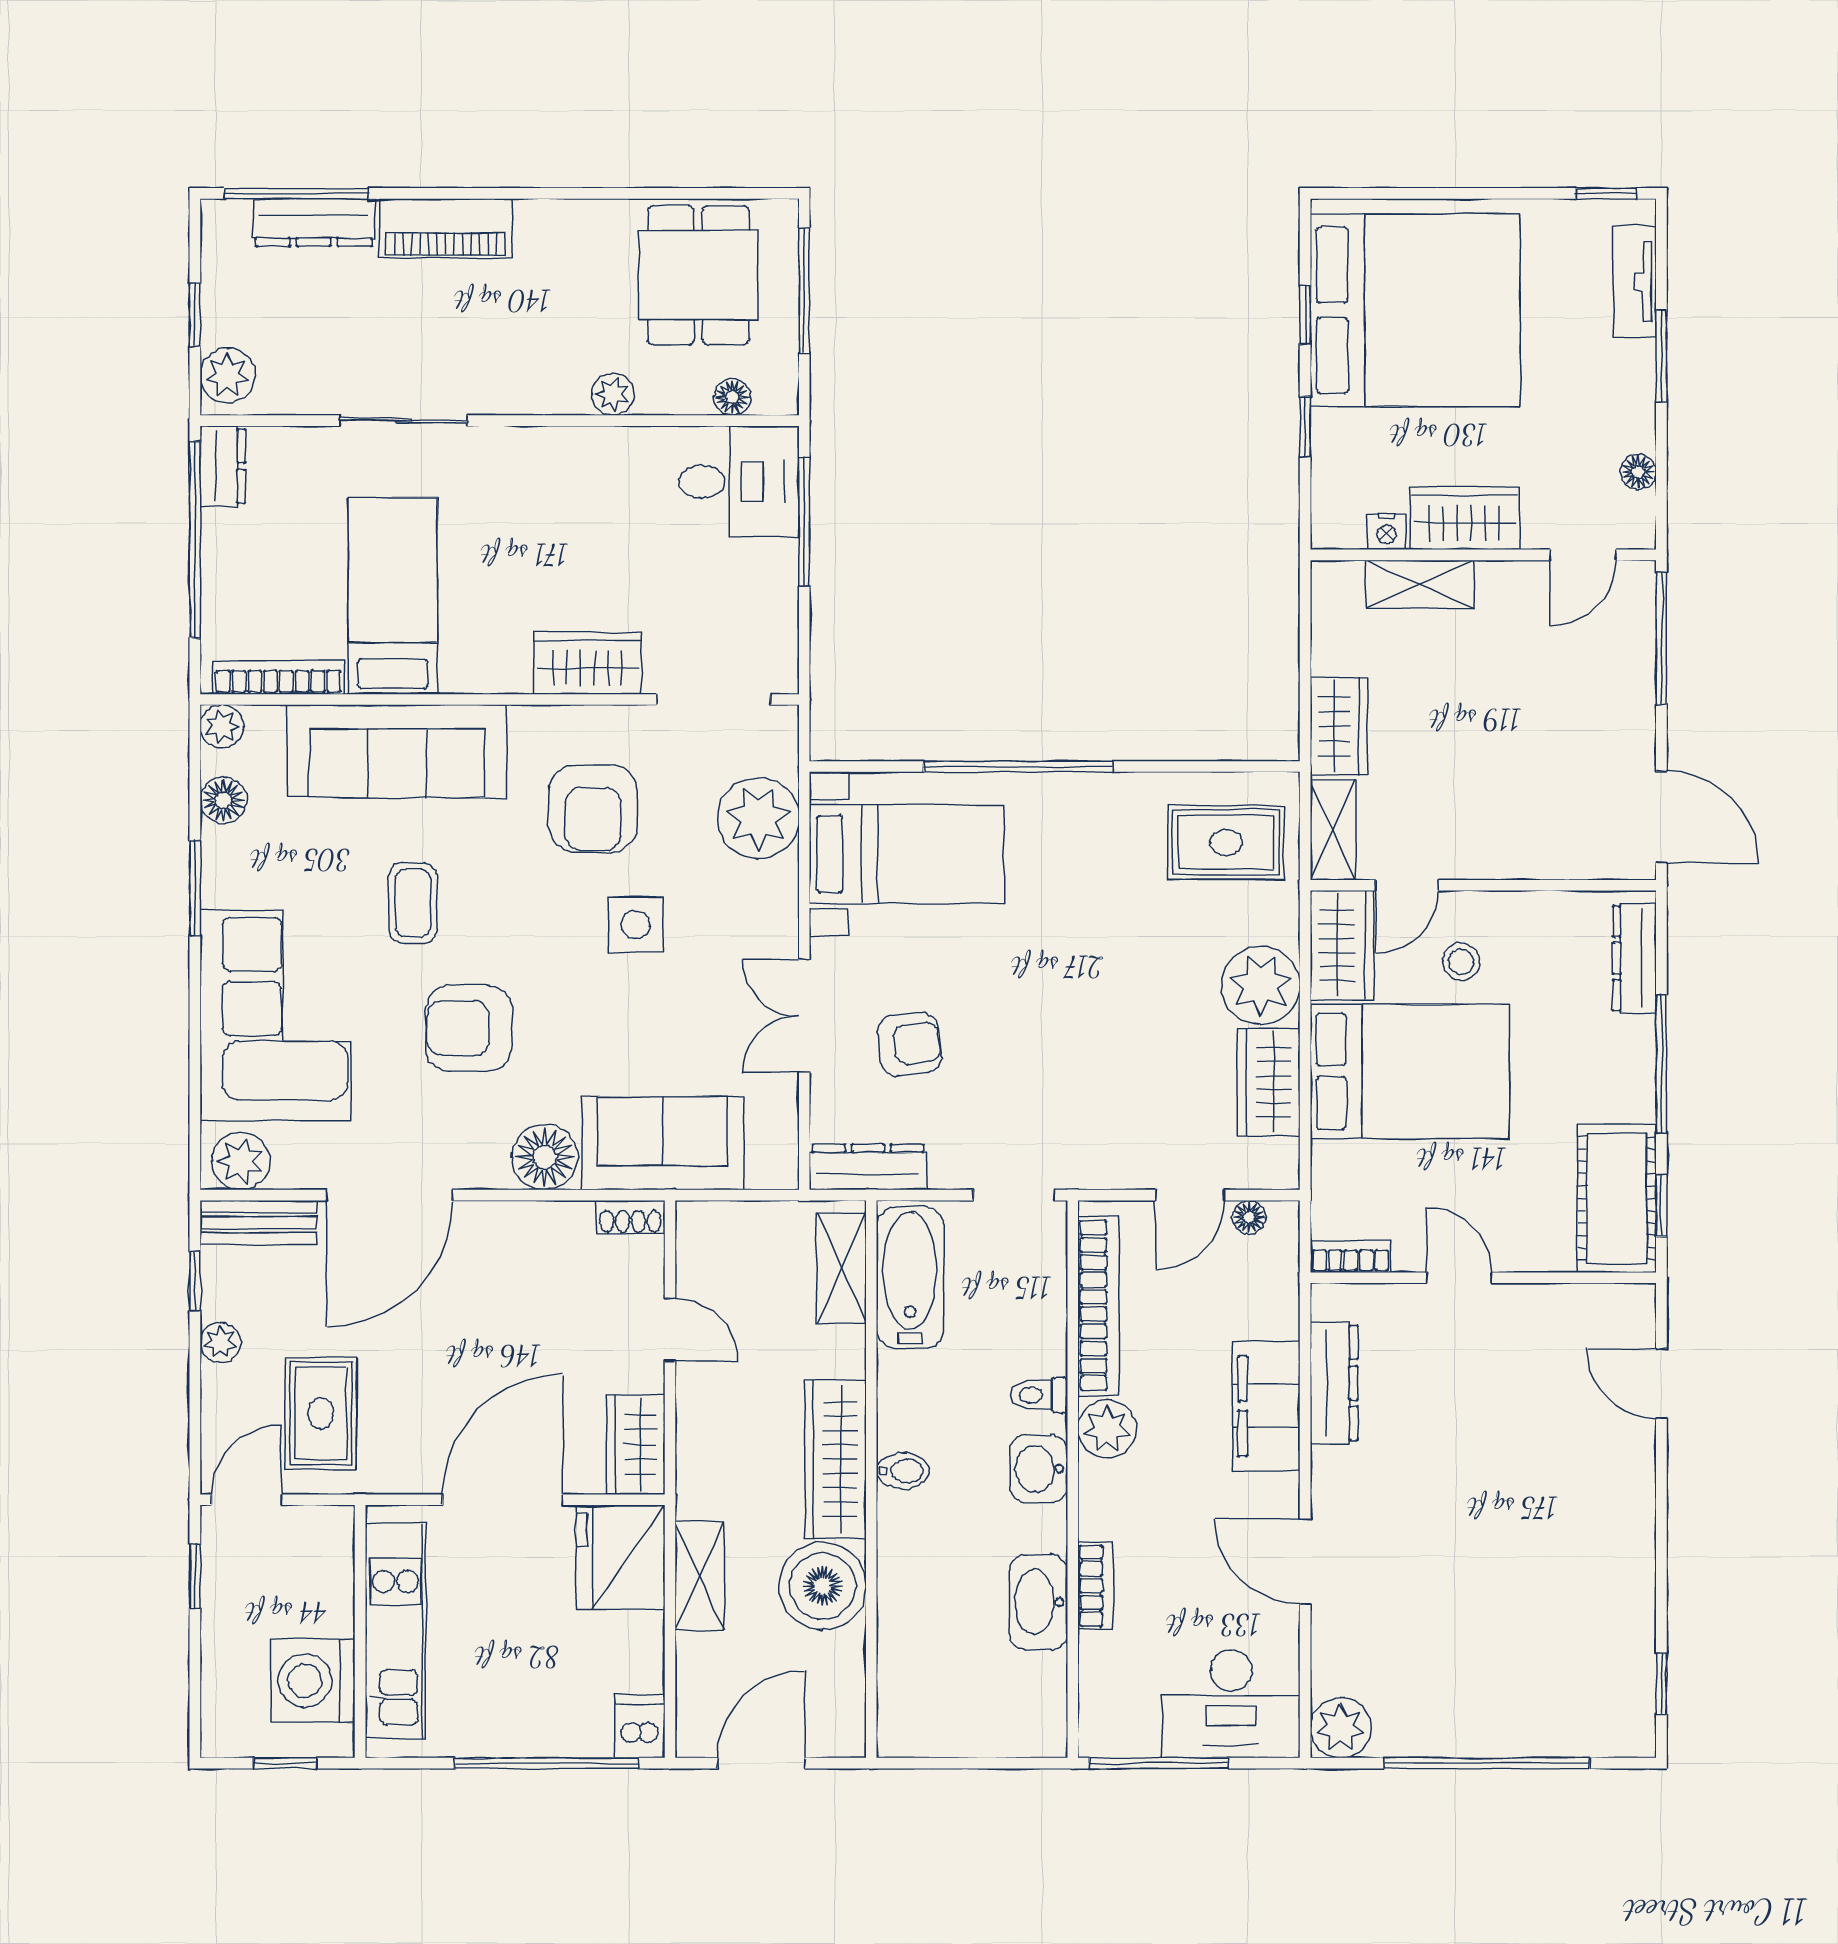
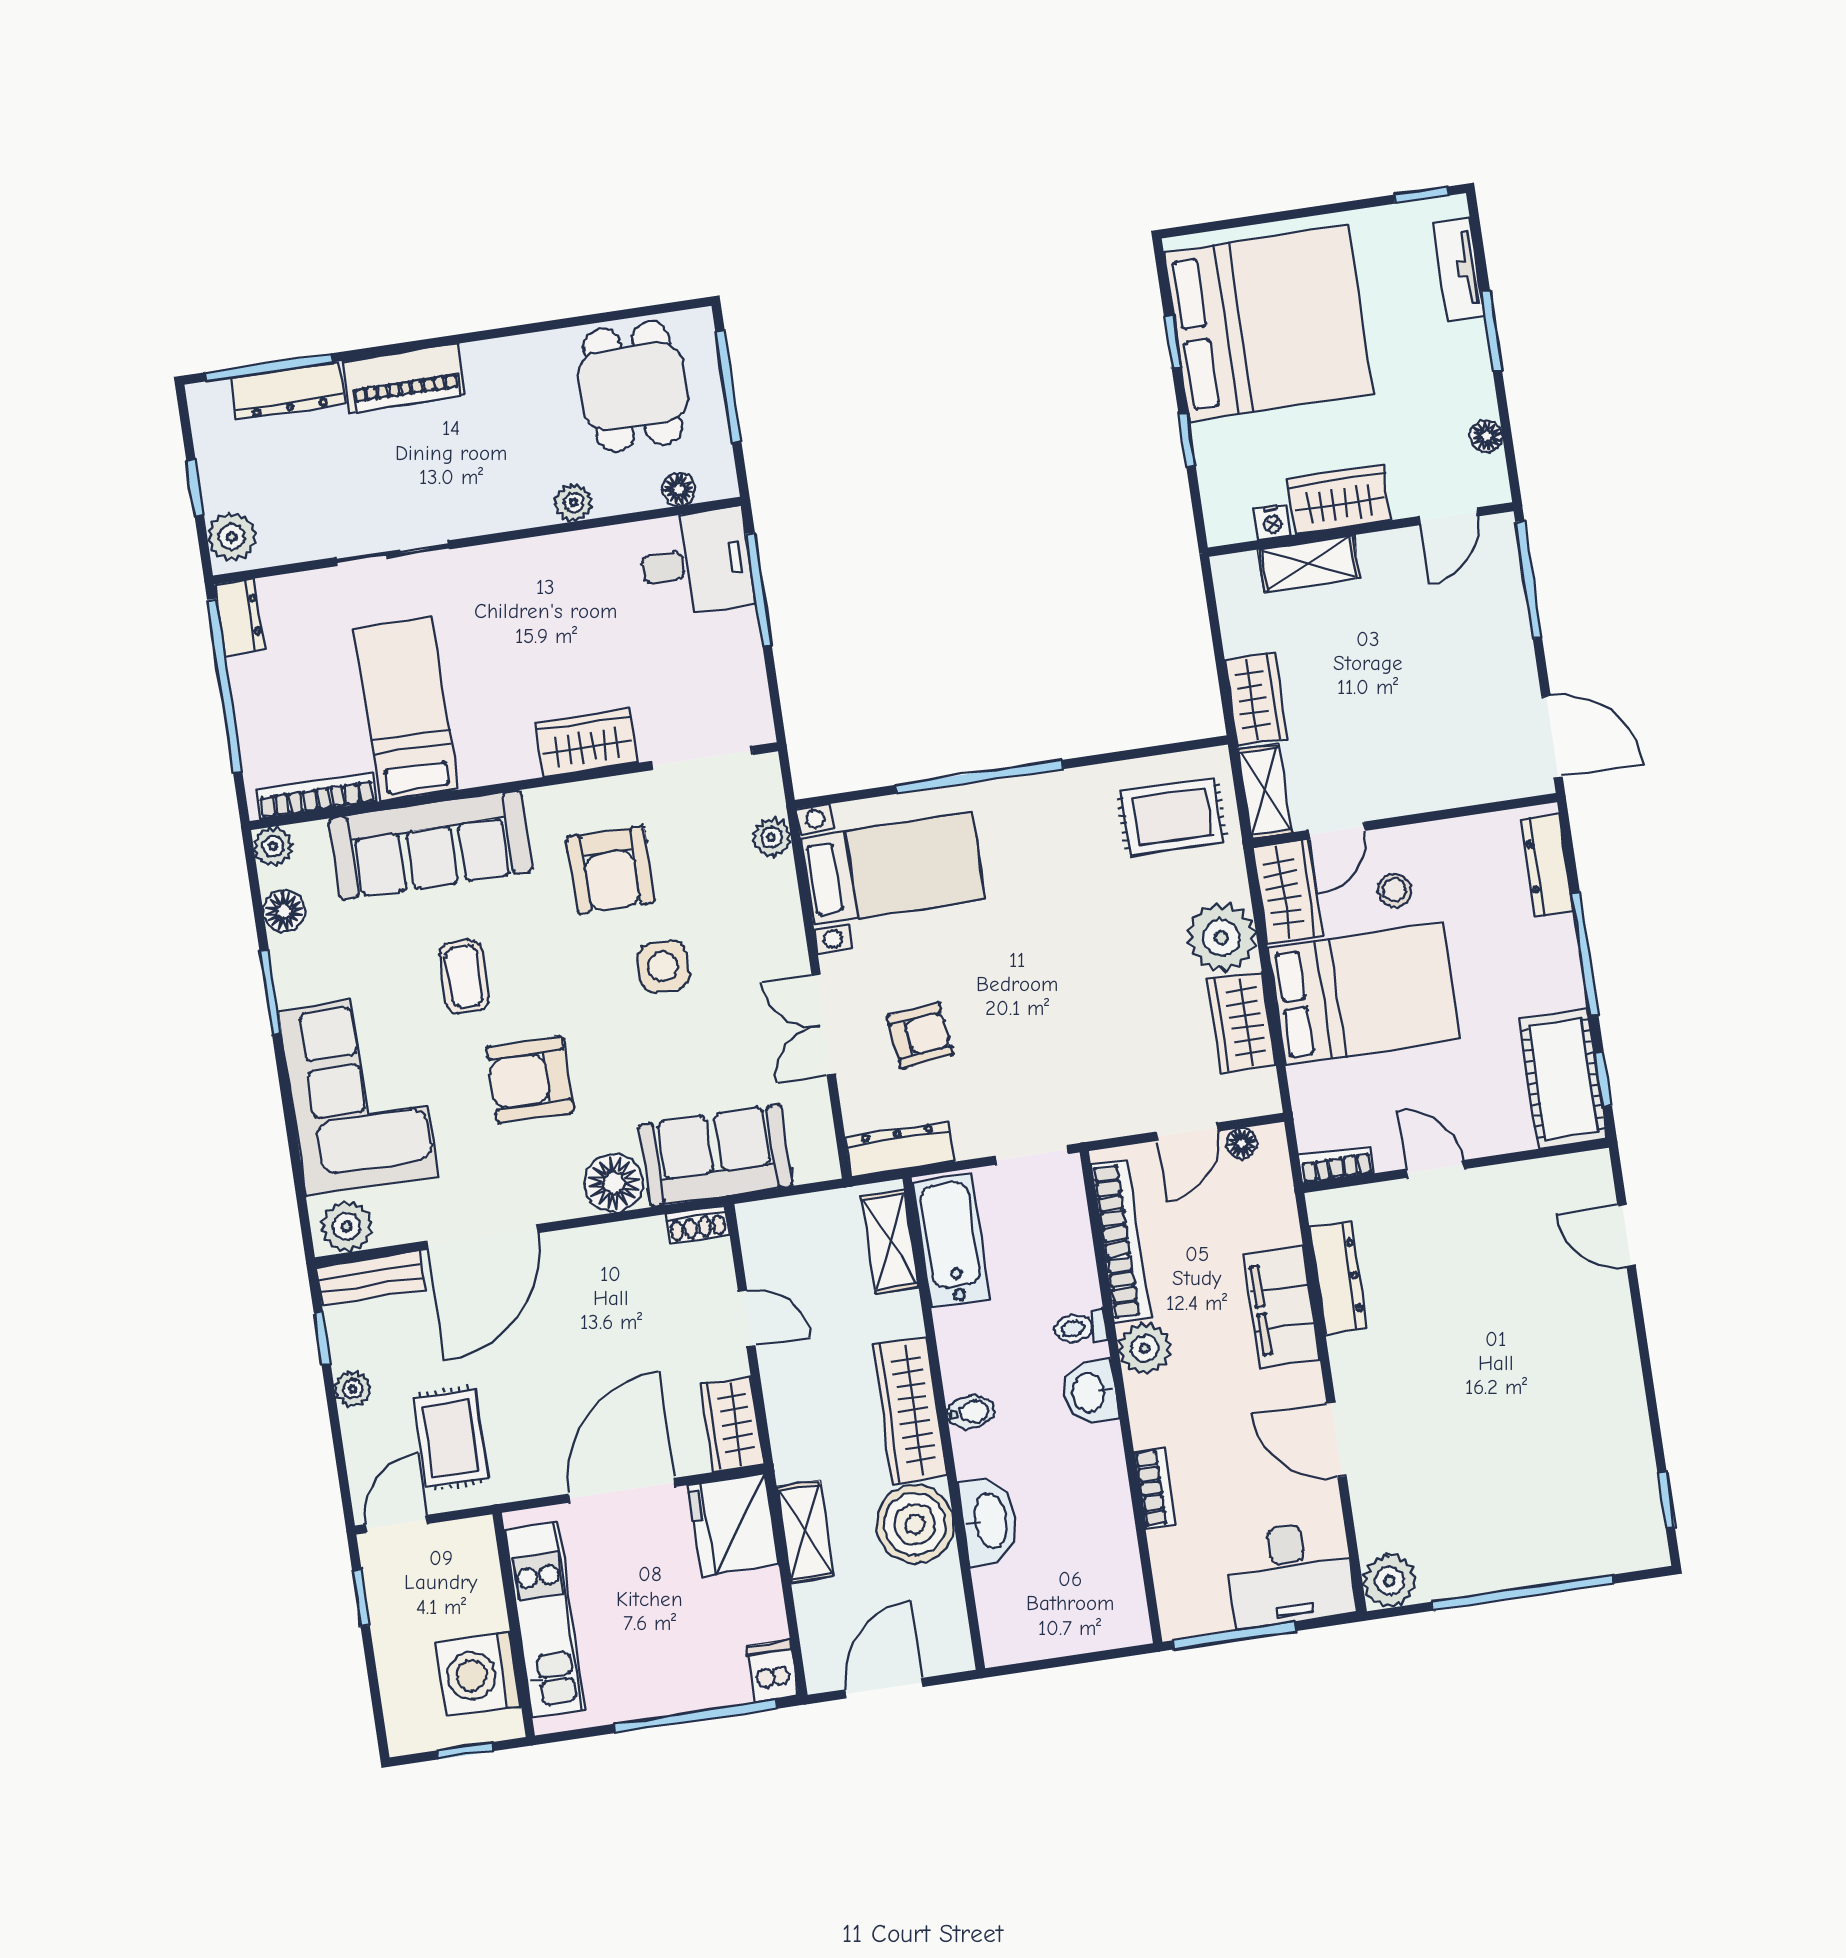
plant: (758, 818) -> (771, 837), width x0.53, depth x0.53
washbasin: (1038, 1602) -> (989, 1521), moved, turned 180

